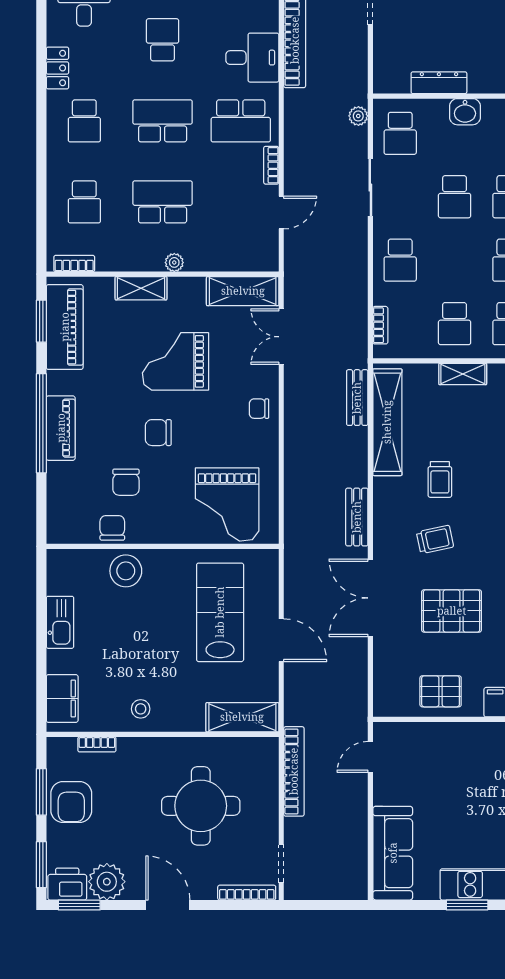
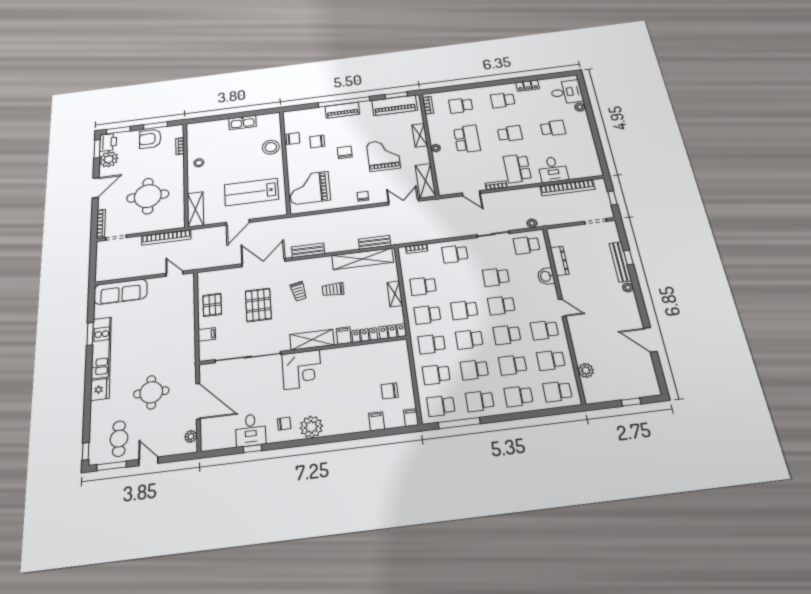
school desk: (163, 121) -> (510, 134), width x0.54
lab bench: (220, 612) -> (251, 192), turned 180
filing cabinet: (62, 699) -> (203, 128), removed

